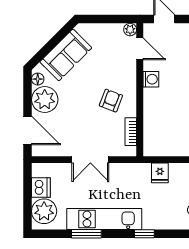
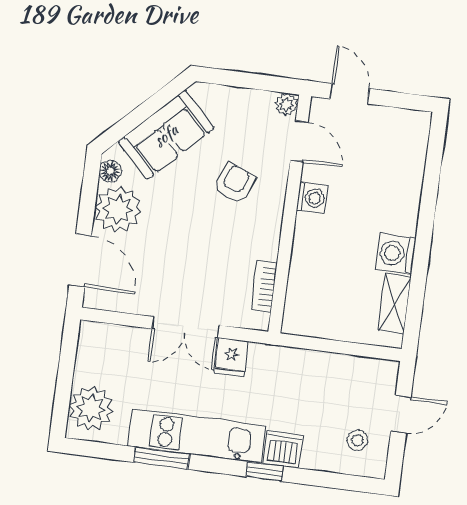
armchair: (111, 101) -> (234, 183), moved
fridge: (160, 173) -> (231, 357), moved
dishwasher: (41, 188) -> (283, 450), moved, turned -90

